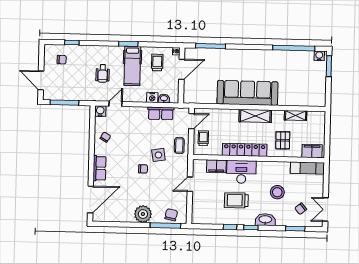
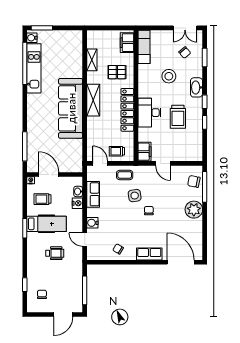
kitchen unit: (289, 57) -> (34, 68), added
water cooler: (100, 111) -> (92, 223), moved
filing cabinet: (216, 166) -> (144, 152), moved

